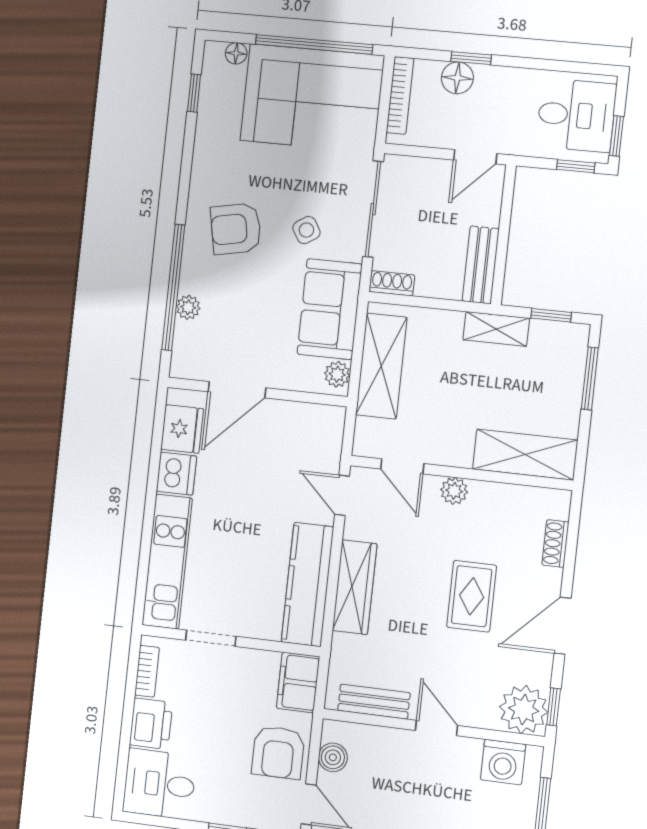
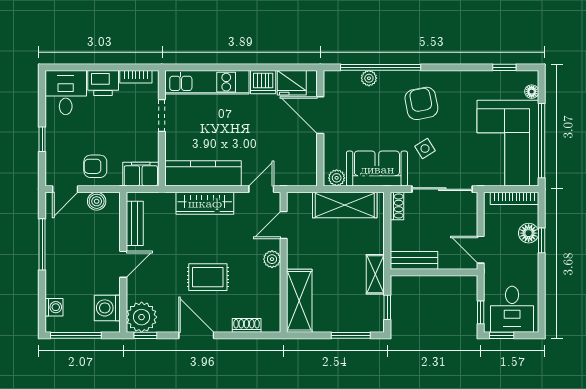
armchair: (278, 752) -> (95, 166), width x0.72, depth x0.72

